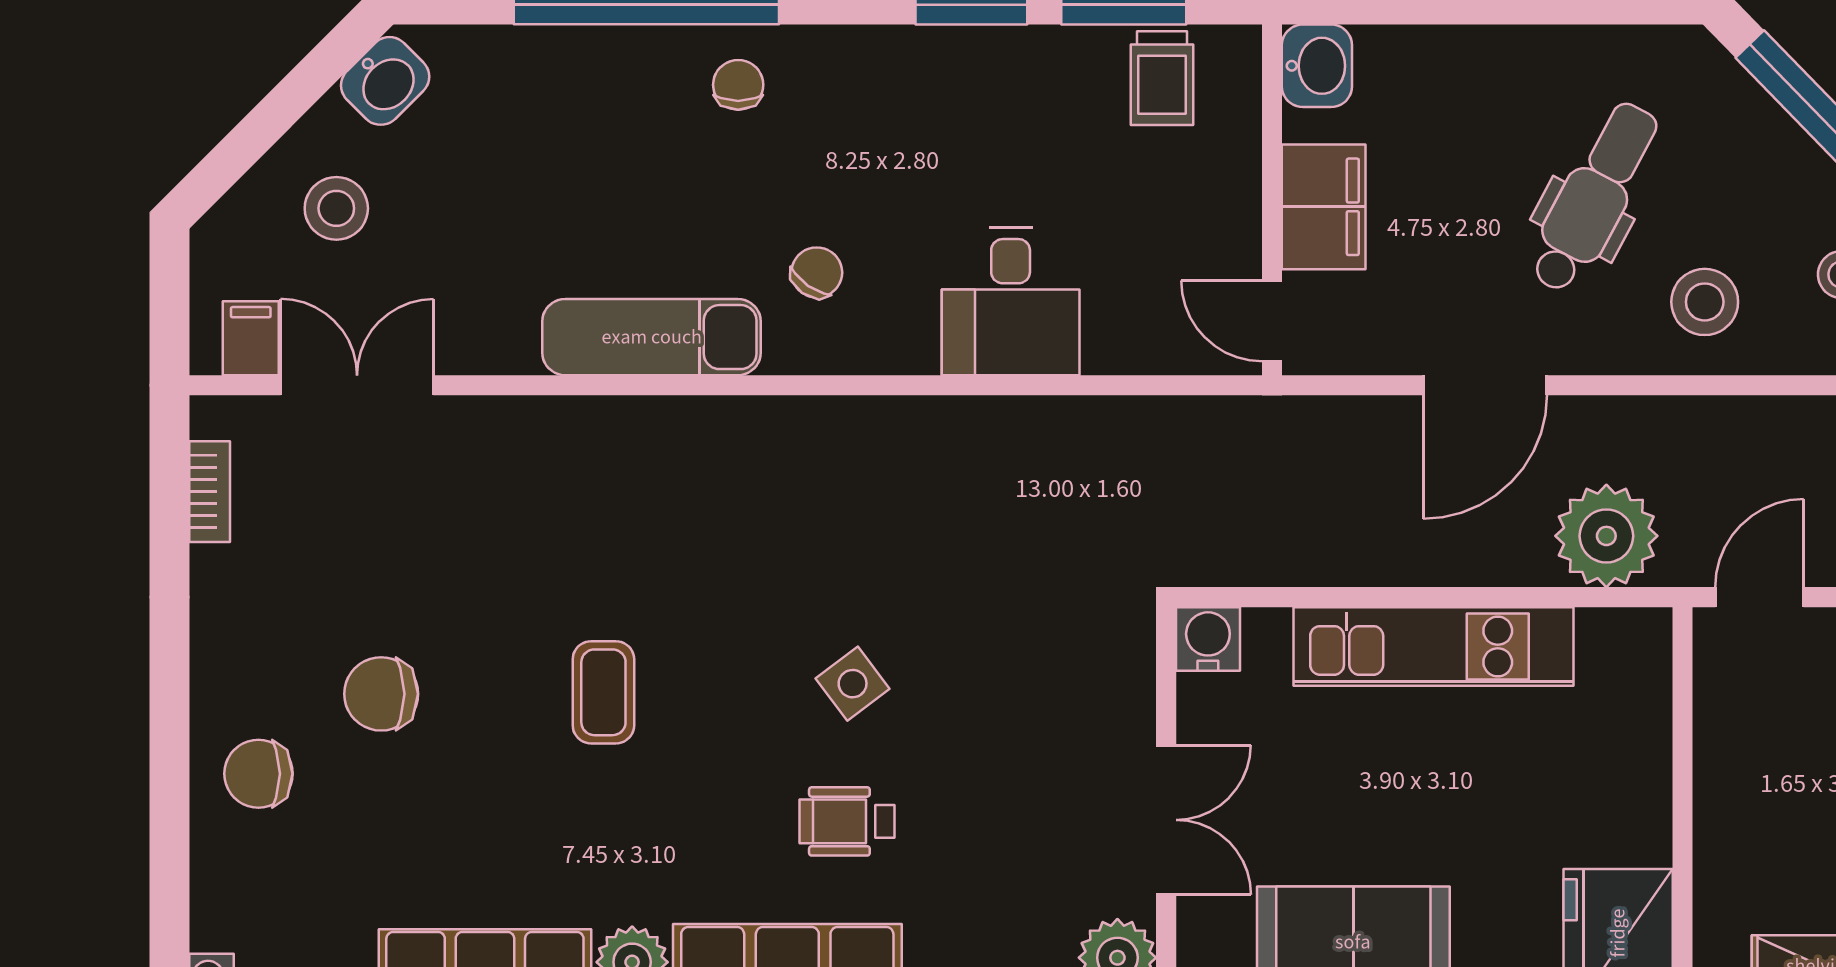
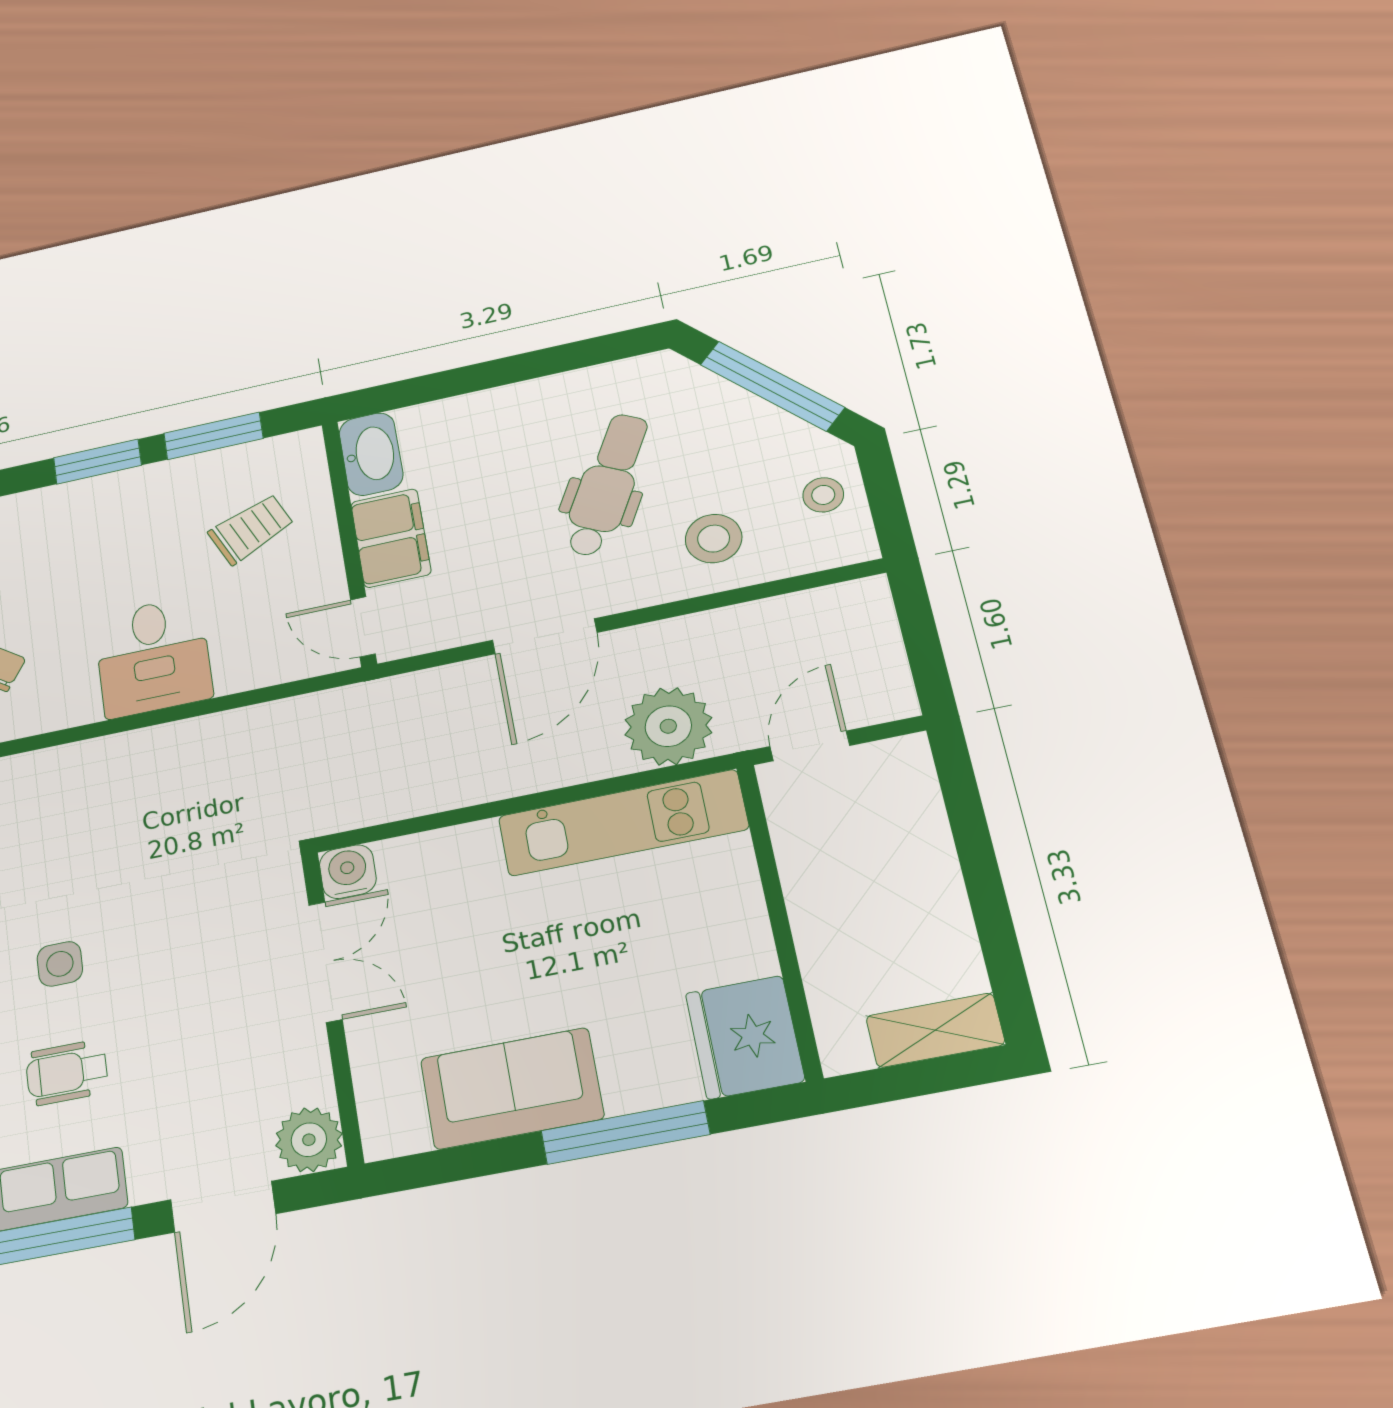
washbasin: (1317, 66) -> (371, 454), width x1.38
trolley: (1162, 78) -> (251, 529), moved, turned -114
kitchen unit: (1433, 647) -> (623, 823), moved
side table: (853, 684) -> (60, 964), turned 37
double door: (1166, 820) -> (325, 962), moved

